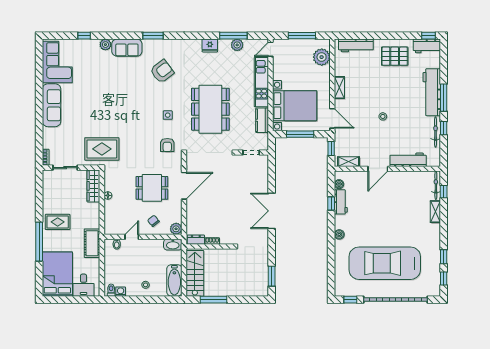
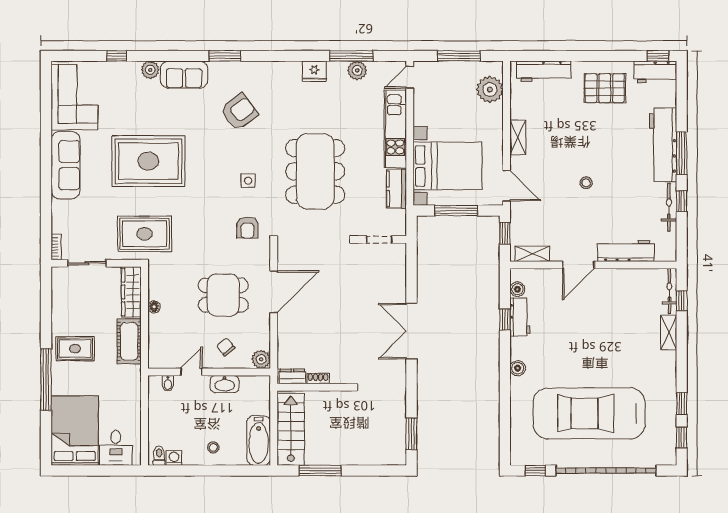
rug: (104, 103) -> (148, 161), added
cot: (92, 243) -> (129, 341), moved
washbasin: (173, 245) -> (225, 384), moved

